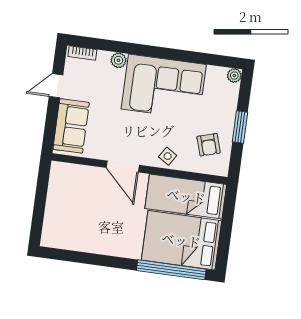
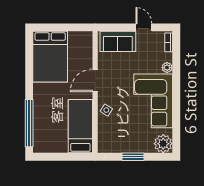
plant: (234, 75) -> (163, 144), width x1.88, depth x1.88
armchair: (209, 145) -> (118, 137), removed
bed: (181, 240) -> (50, 57), moved, turned 180

